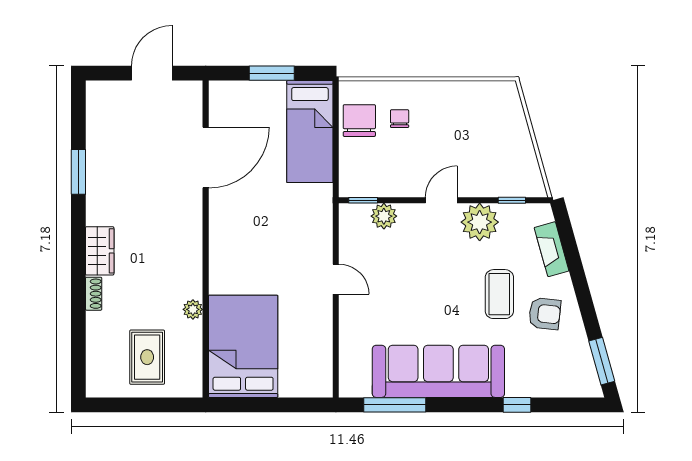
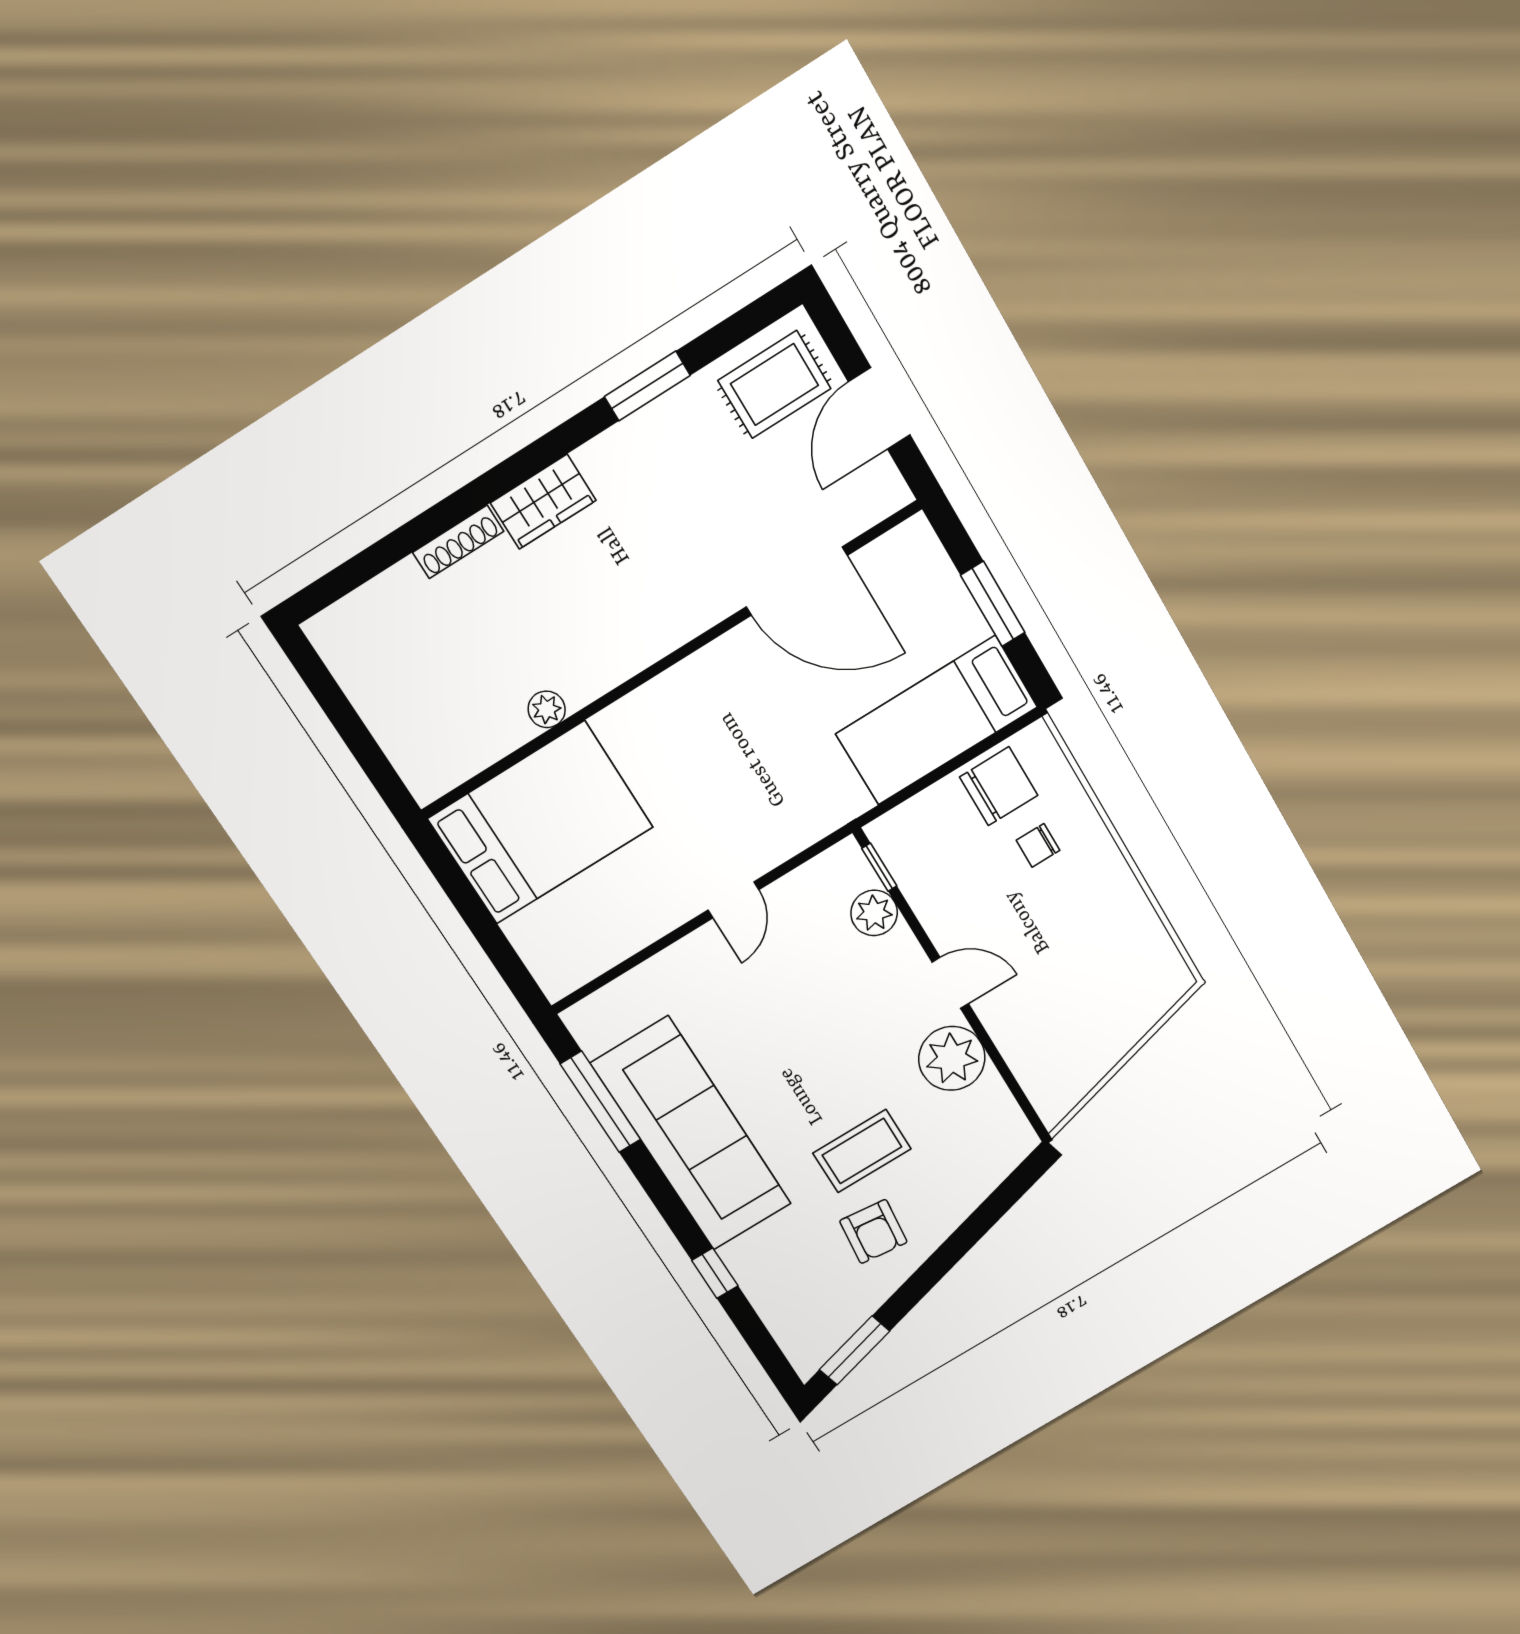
door: (152, 73) -> (879, 408), swing flipped
chair: (400, 119) -> (1038, 845), turned 180
window: (512, 200) -> (1013, 1085), removed
fireplace: (552, 249) -> (975, 1184), removed
shoe rack: (94, 294) -> (458, 542), width x1.43
rug: (147, 357) -> (774, 385), moved

